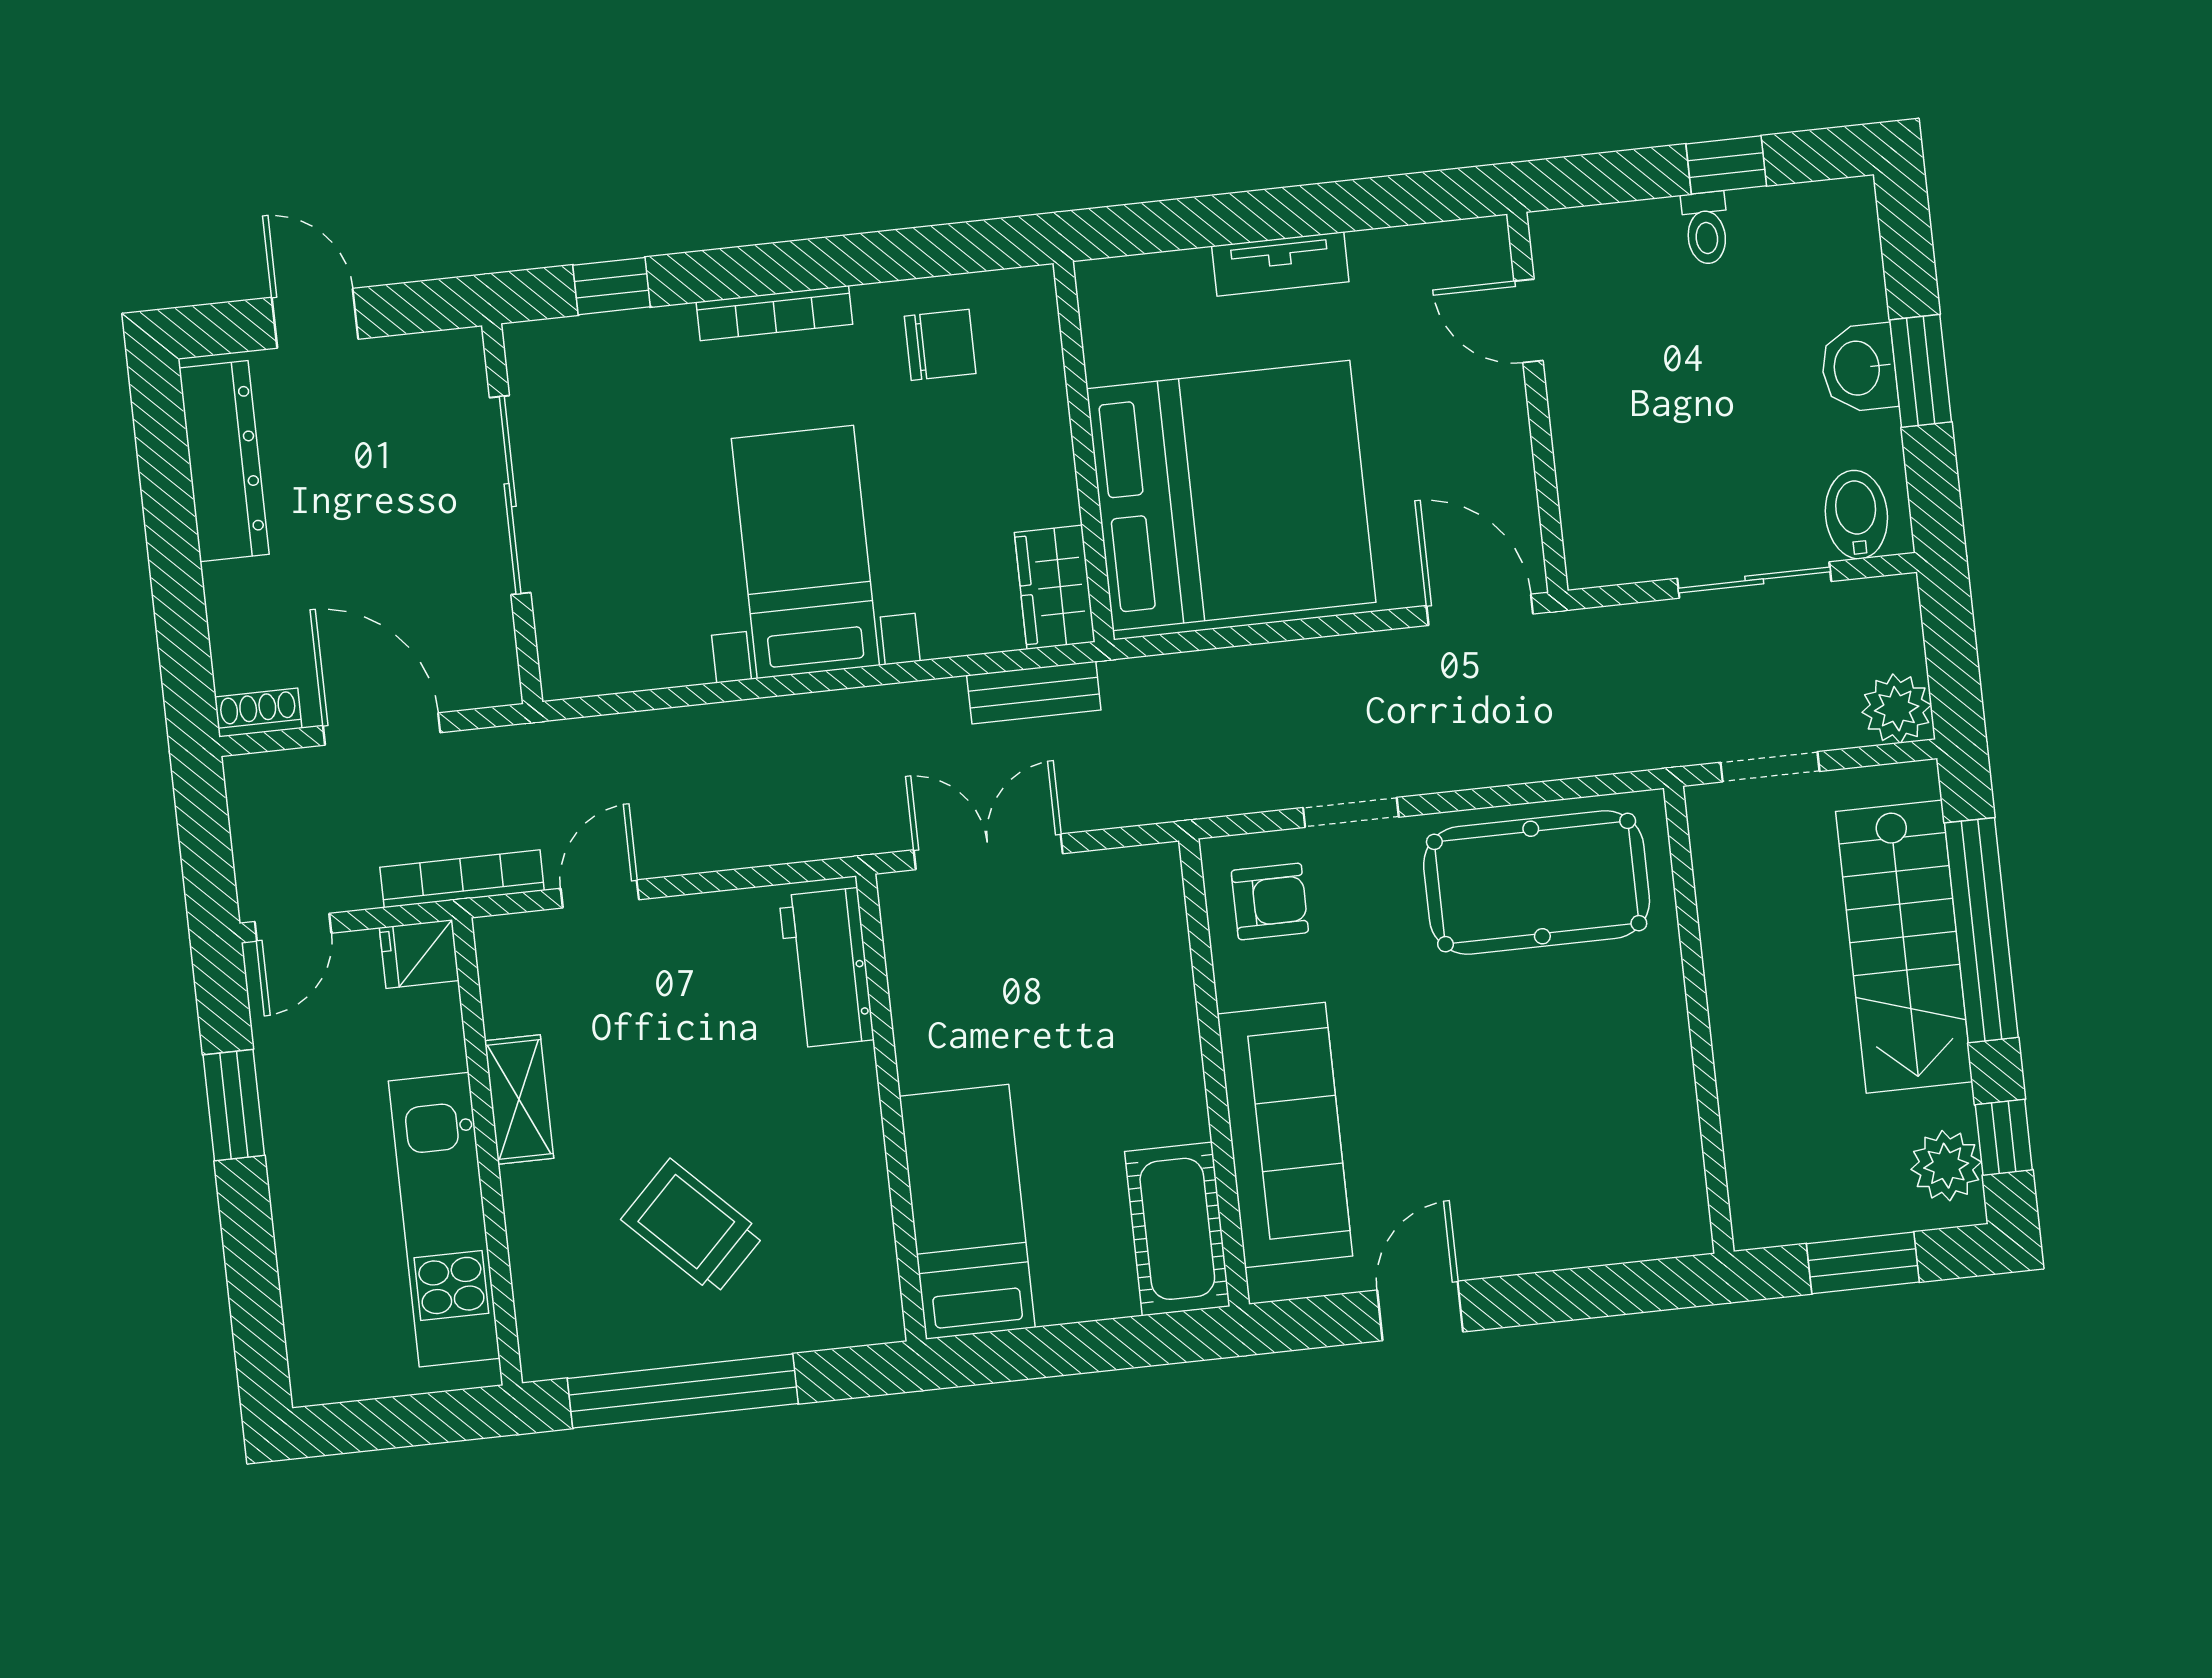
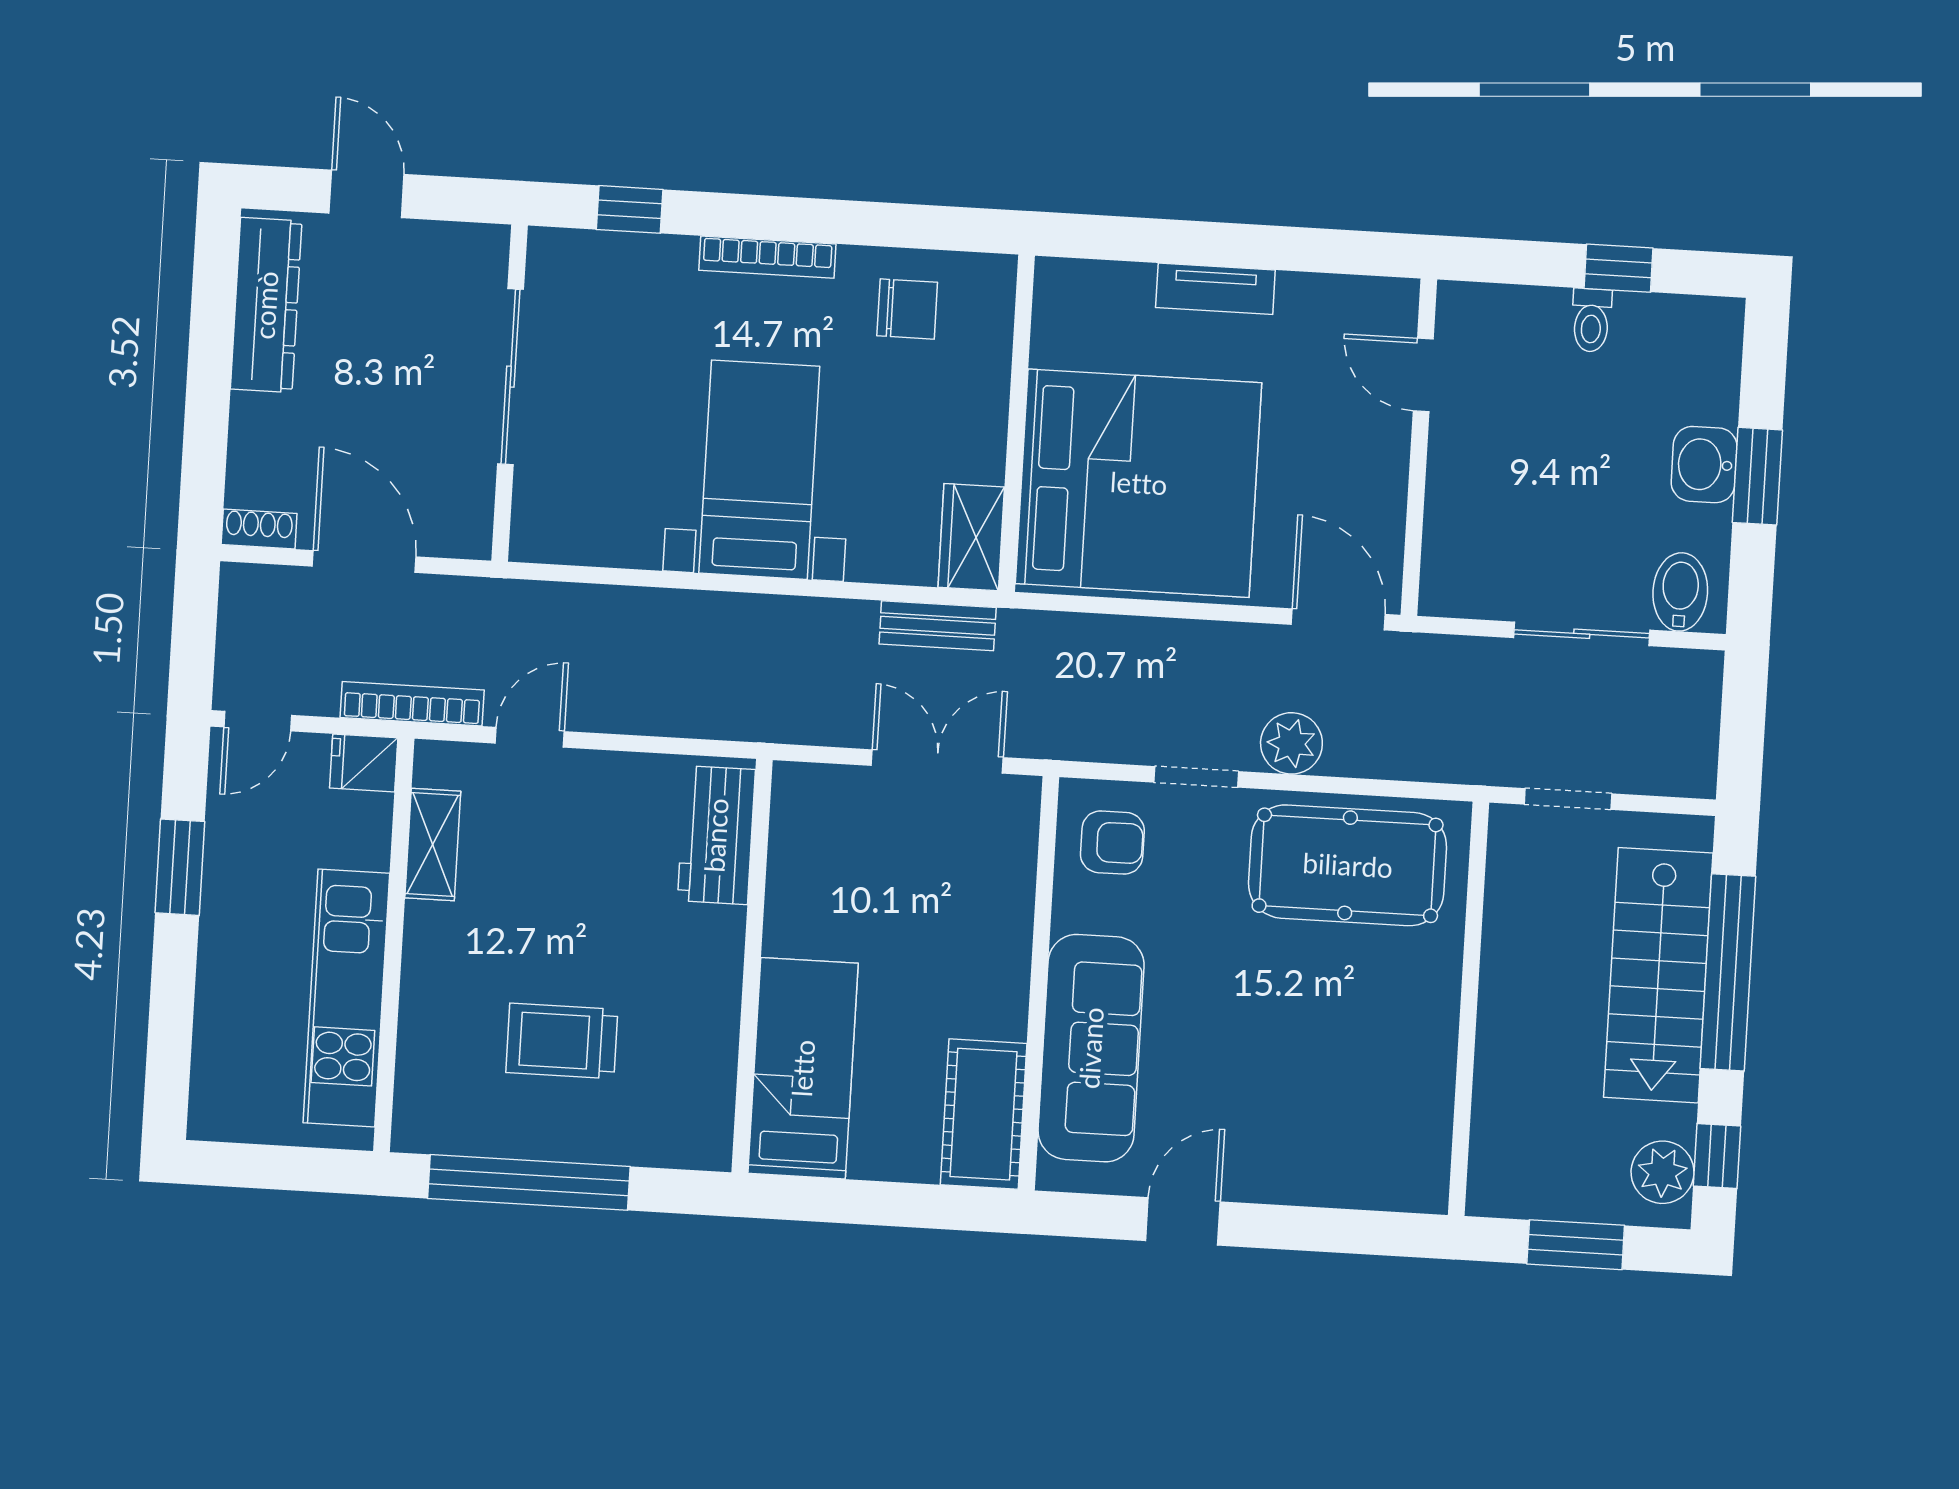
plant: (1897, 709) -> (1291, 743), moved
double door: (988, 852) -> (937, 761), moved
shelving: (519, 1099) -> (433, 844), moved
trolley: (693, 1227) -> (562, 1041), turned -45

